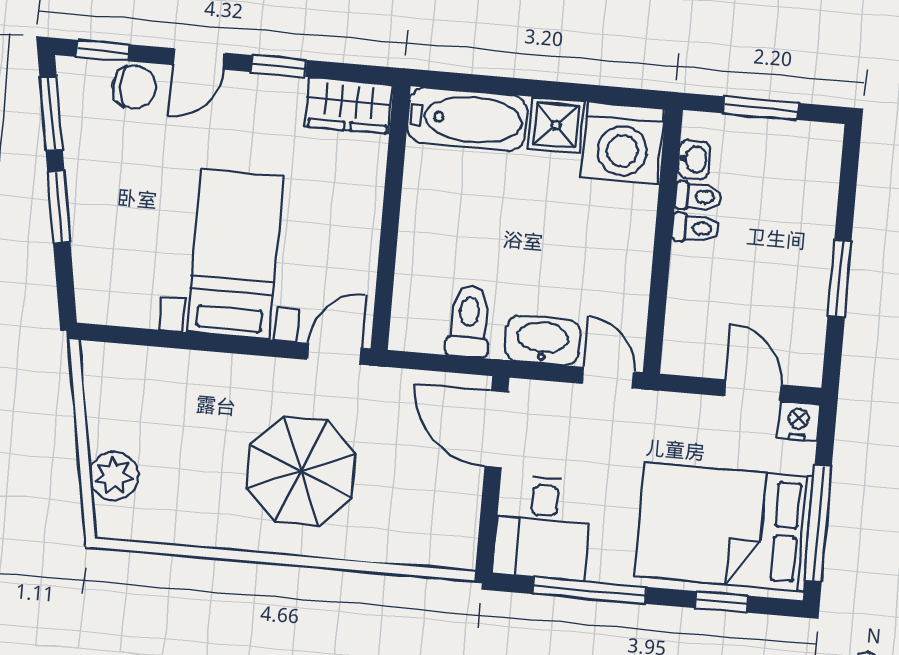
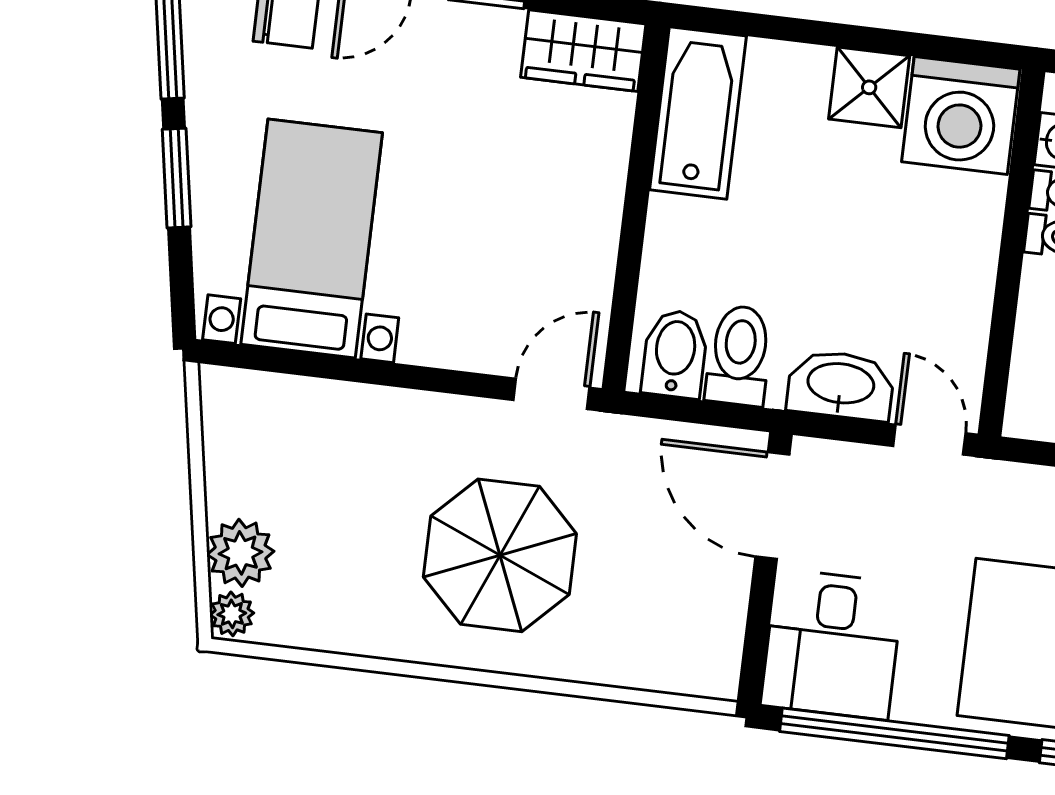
bathtub: (467, 119) -> (698, 113), moved, turned -90
bed with nightstands: (235, 254) -> (312, 239), moved
bidet: (422, 322) -> (675, 354), added
plant: (109, 520) -> (232, 614), added
window: (590, 590) -> (894, 733), width x1.46

